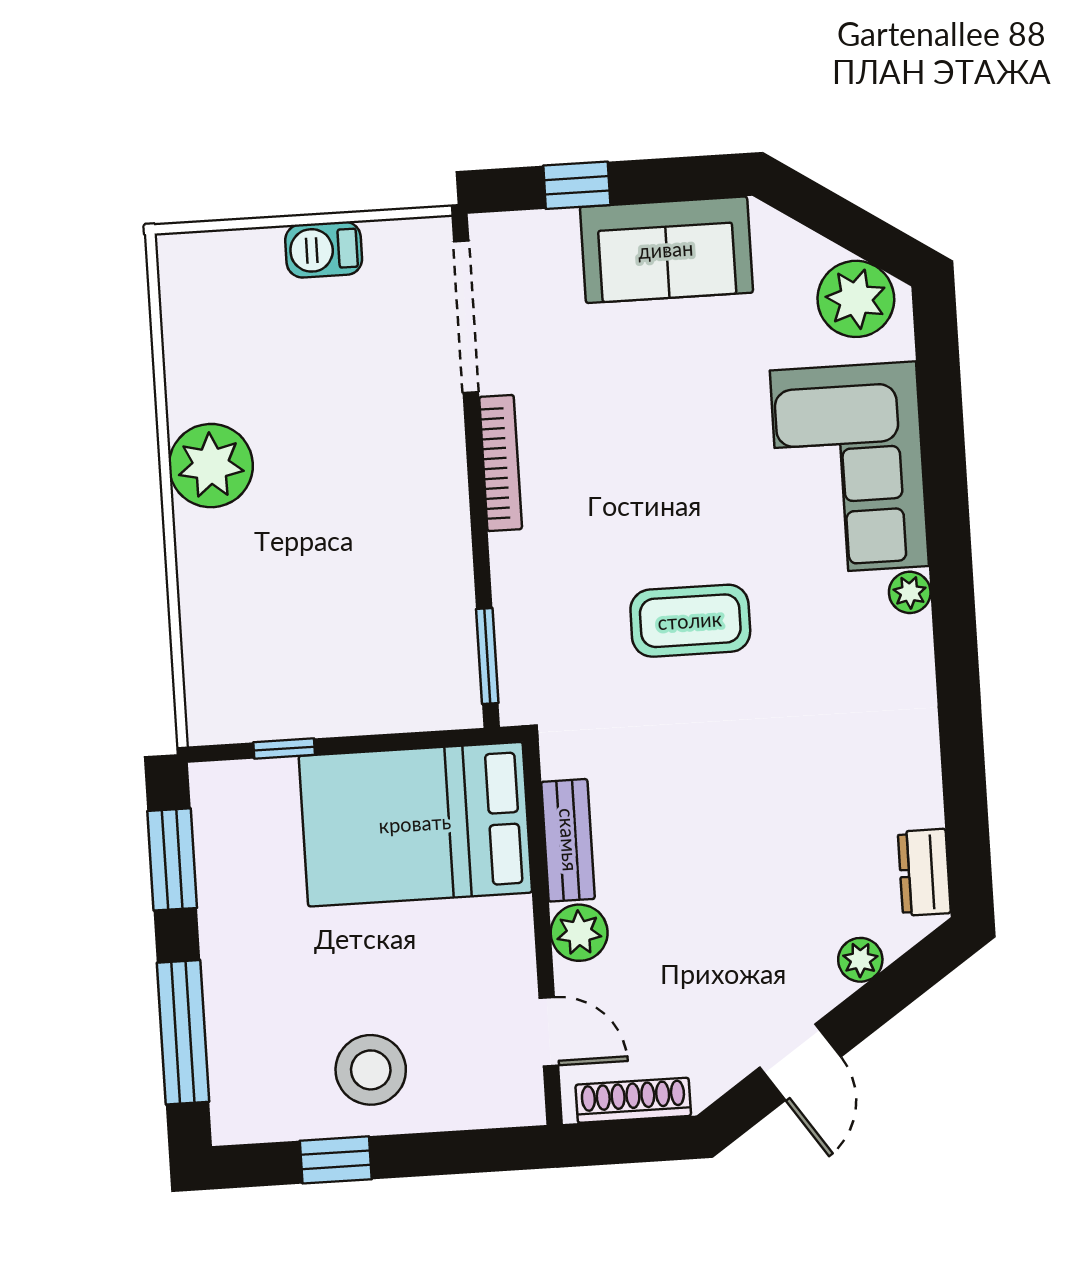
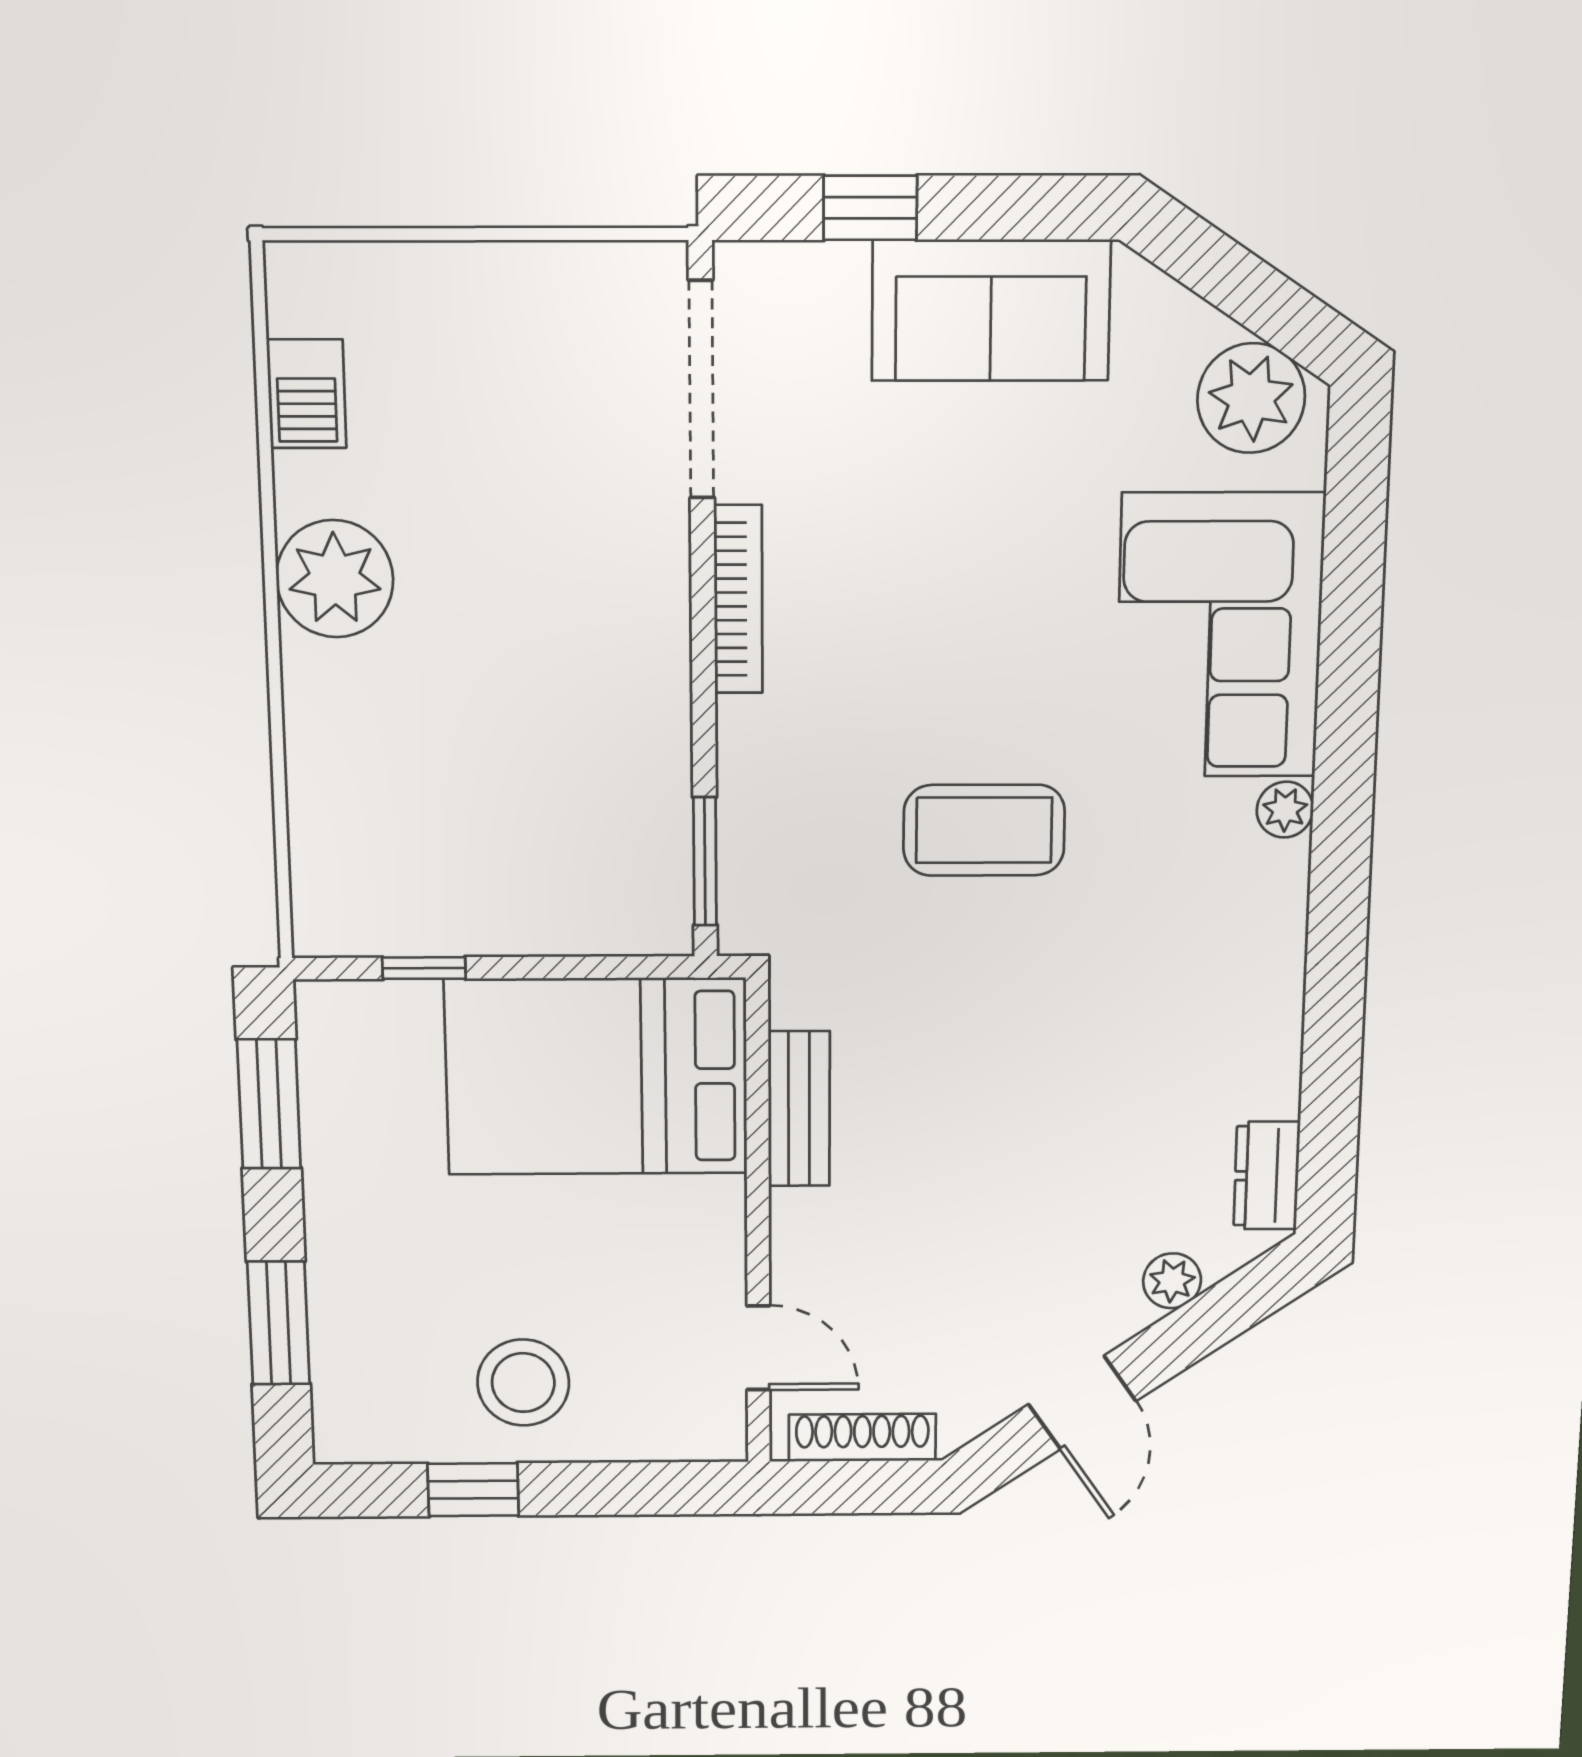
barbecue: (324, 250) -> (307, 394), moved, turned -90
plant: (579, 933) -> (806, 1227), removed
window: (183, 1032) -> (279, 1323), width x0.69

